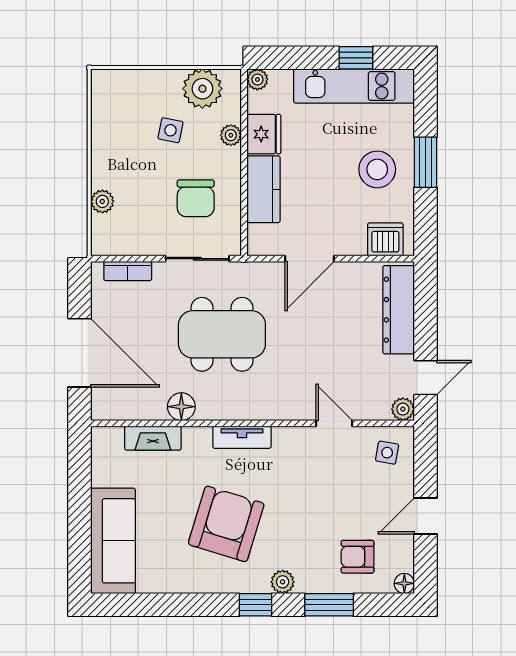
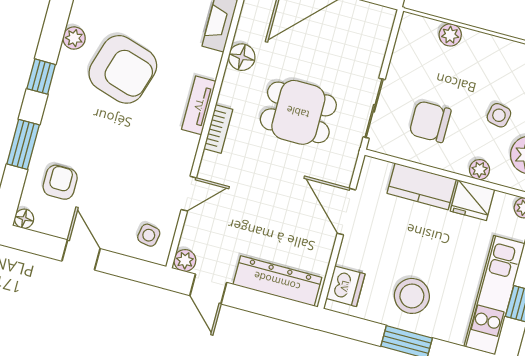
bookcase: (128, 271) -> (218, 129), moved, turned 180
dining table: (222, 334) -> (298, 112), width x0.73
plant: (283, 582) -> (74, 38), moved

